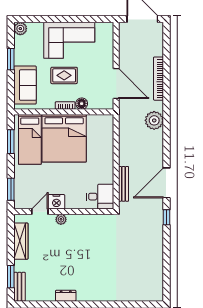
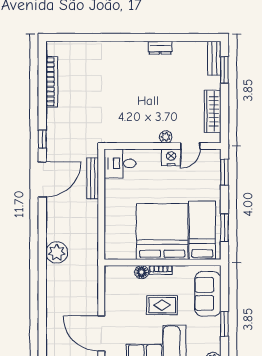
bookcase: (159, 79) -> (52, 82), moved
door: (116, 83) -> (101, 333), moved

